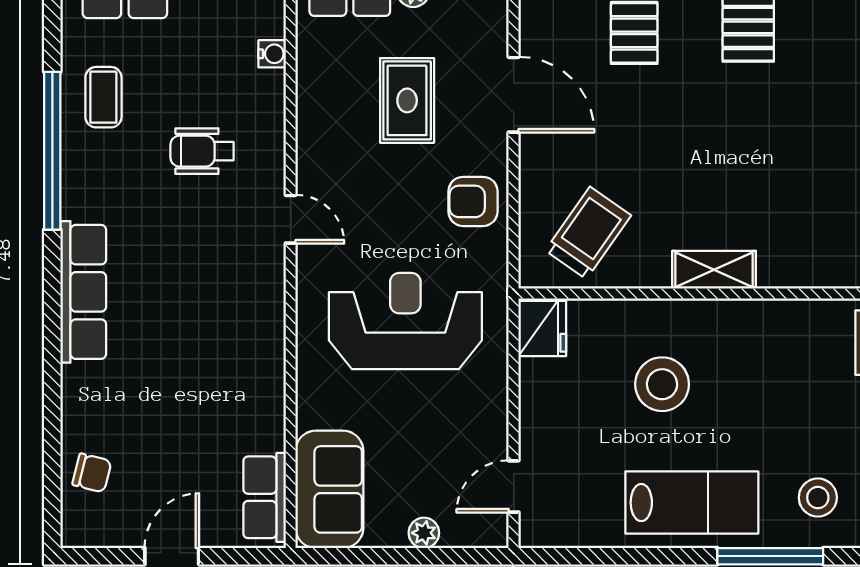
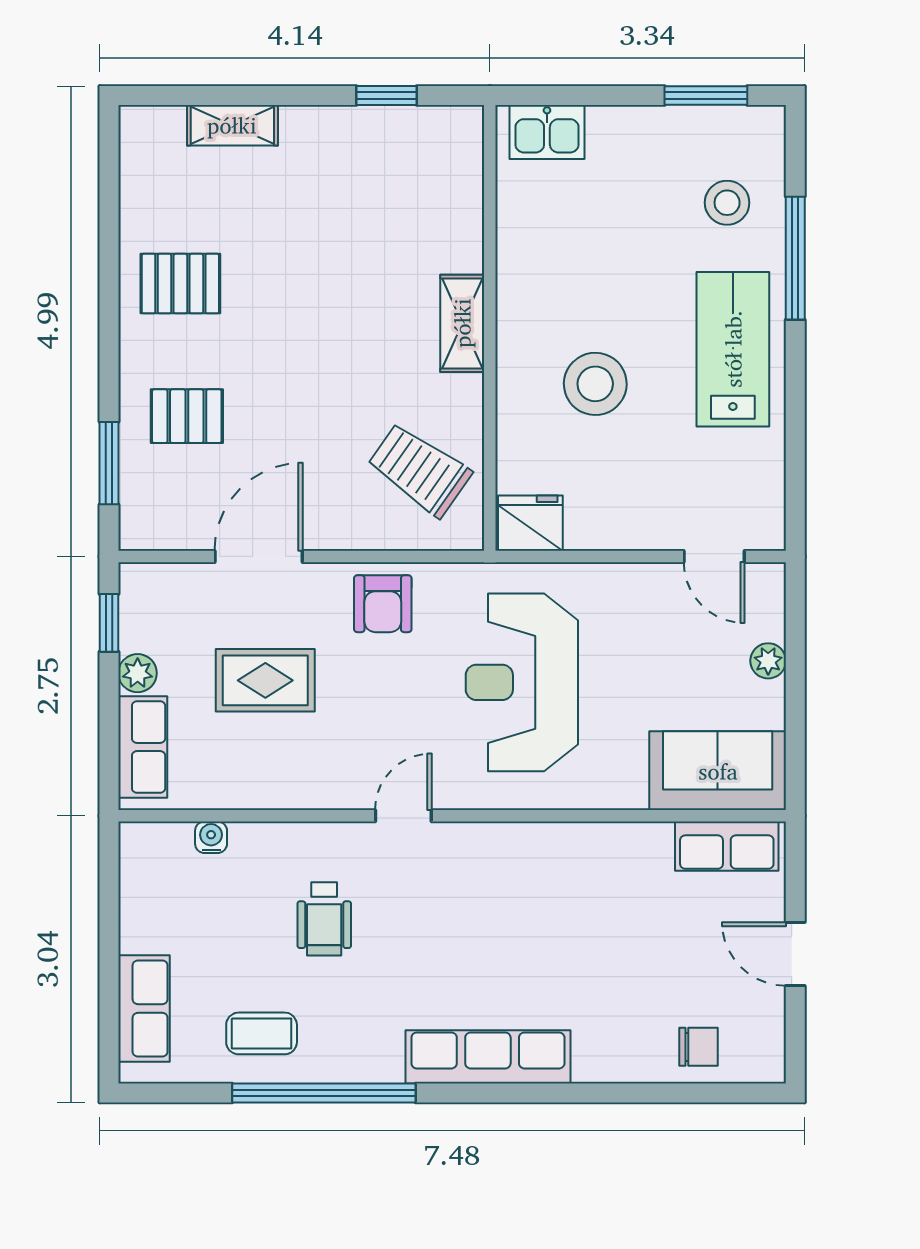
chair: (92, 473) -> (698, 1047), turned 76

